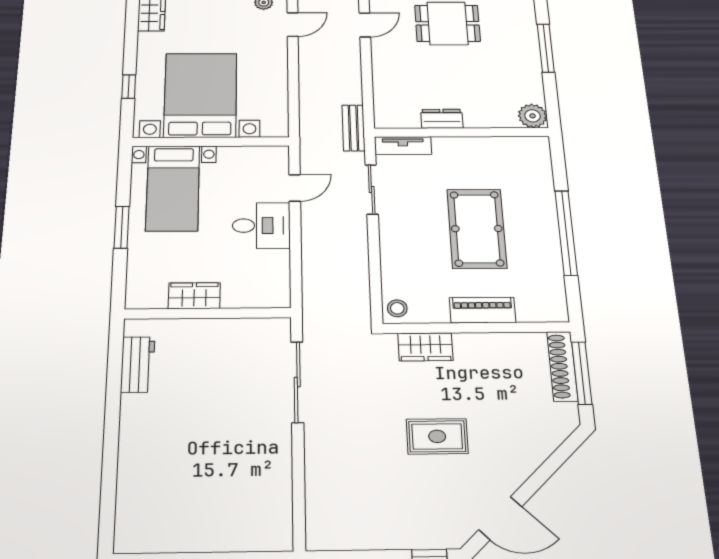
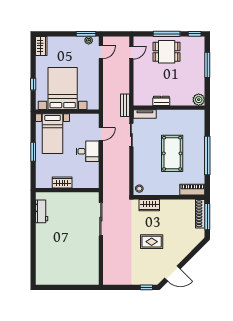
piano: (483, 310) -> (192, 190), moved

